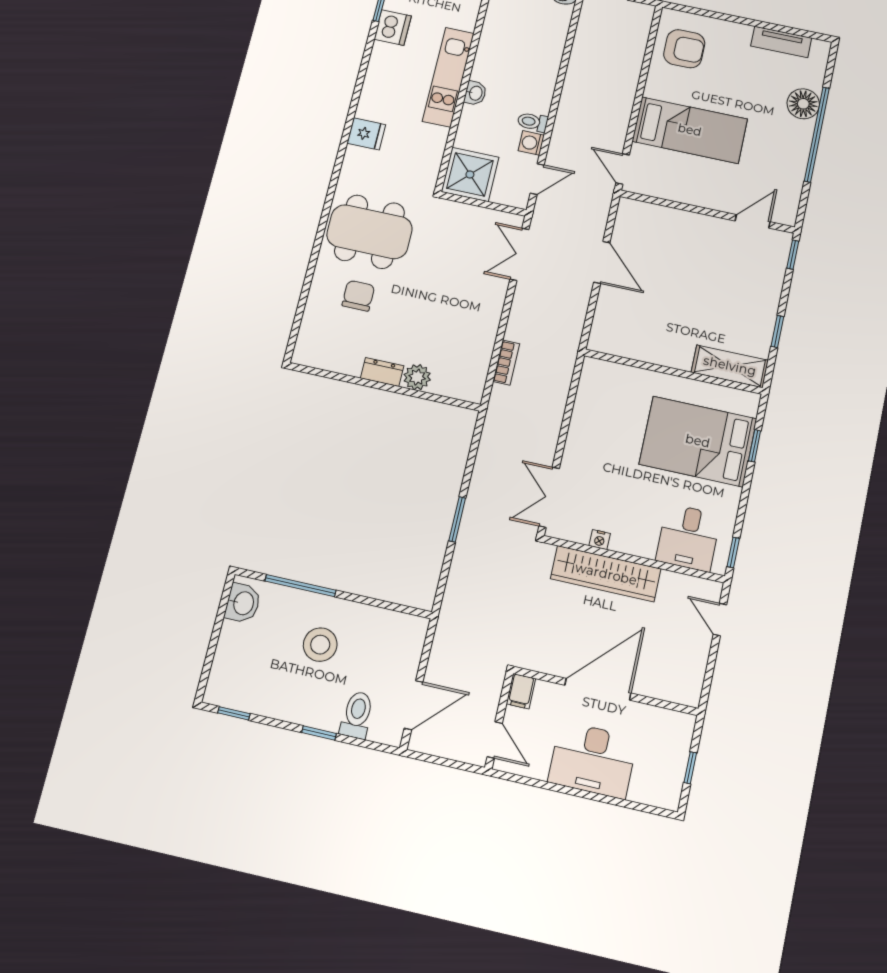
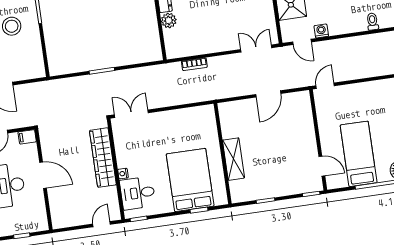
toilet: (533, 122) -> (372, 22), moved
bed: (690, 130) -> (359, 154), moved, turned 180
shelving: (730, 366) -> (234, 159), moved
nightstand: (600, 540) -> (123, 174), moved
door: (598, 689) -> (43, 175), width x0.73

